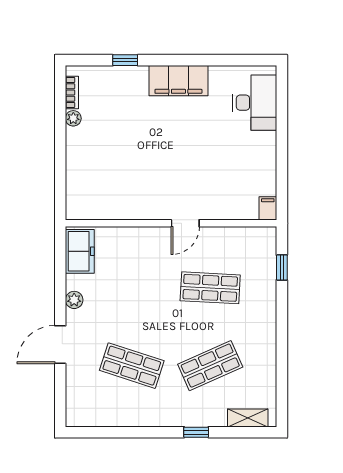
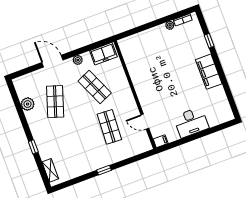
desk: (255, 103) -> (191, 122), moved
door: (185, 223) -> (145, 122), moved
window: (282, 268) -> (104, 170), moved
shop shelf: (210, 366) -> (95, 87), moved
plant: (118, 415) -> (28, 104), added

